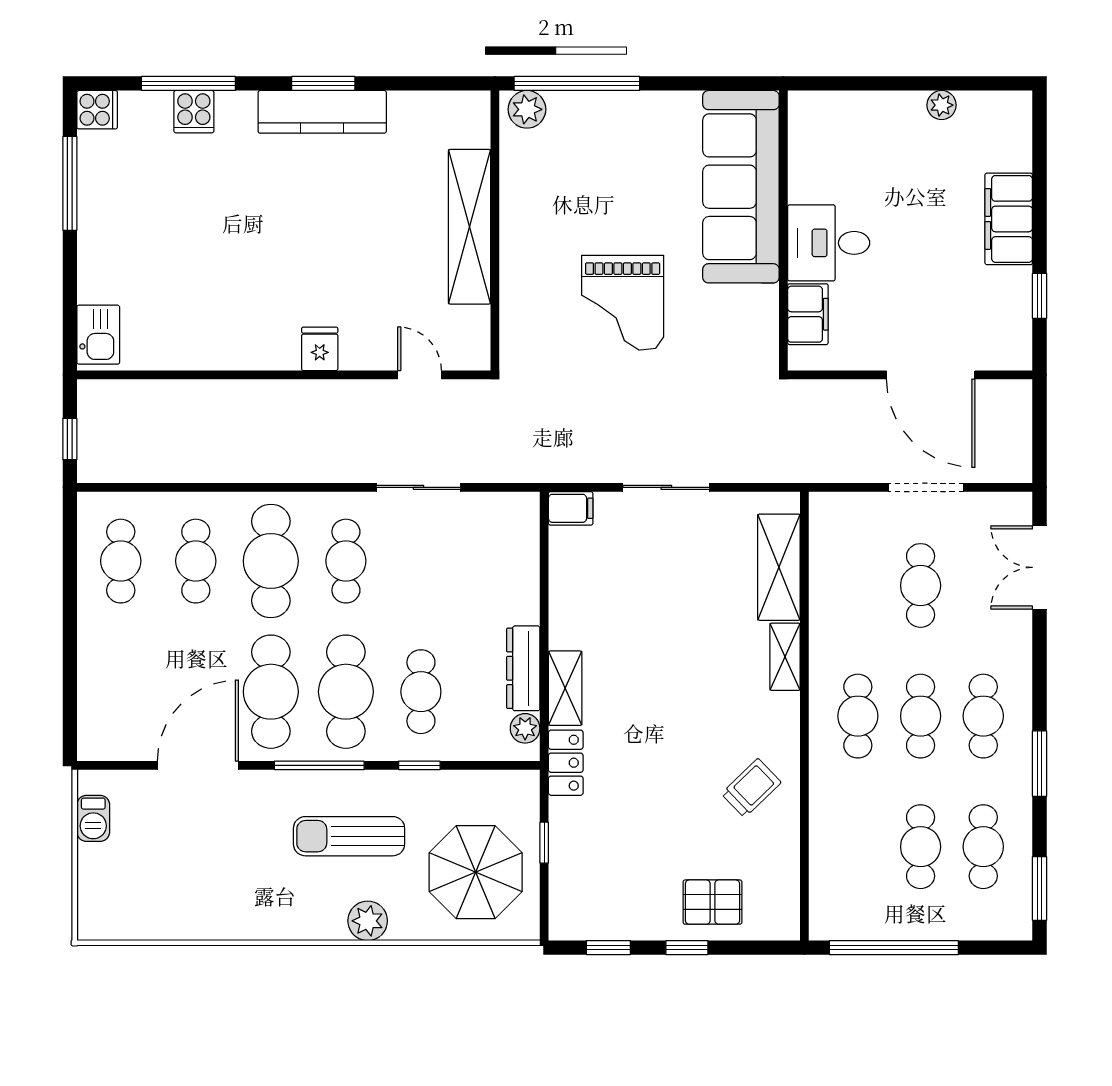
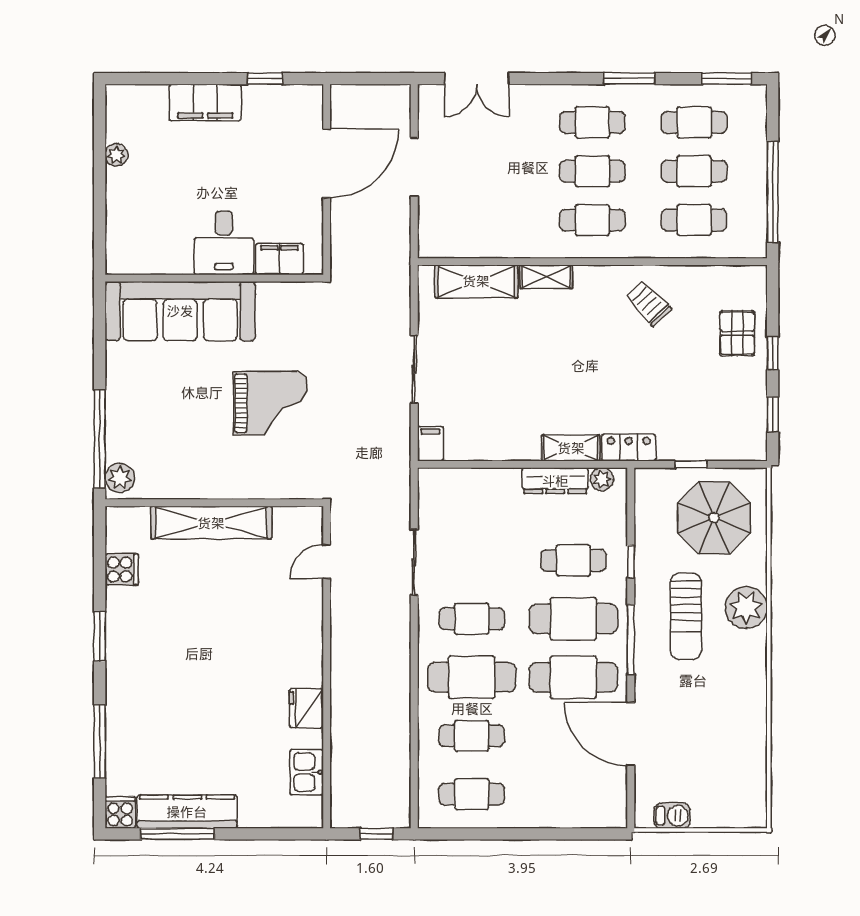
cooker: (194, 112) -> (122, 570), moved
kitchen counter: (322, 112) -> (187, 812), moved, turned -90
kitchen sink: (98, 335) -> (307, 772), moved, turned -90
fridge: (320, 349) -> (306, 708), moved, width x1.38
cafe table: (921, 585) -> (694, 220), moved
plant: (368, 921) -> (746, 607), width x1.36, depth x1.36

